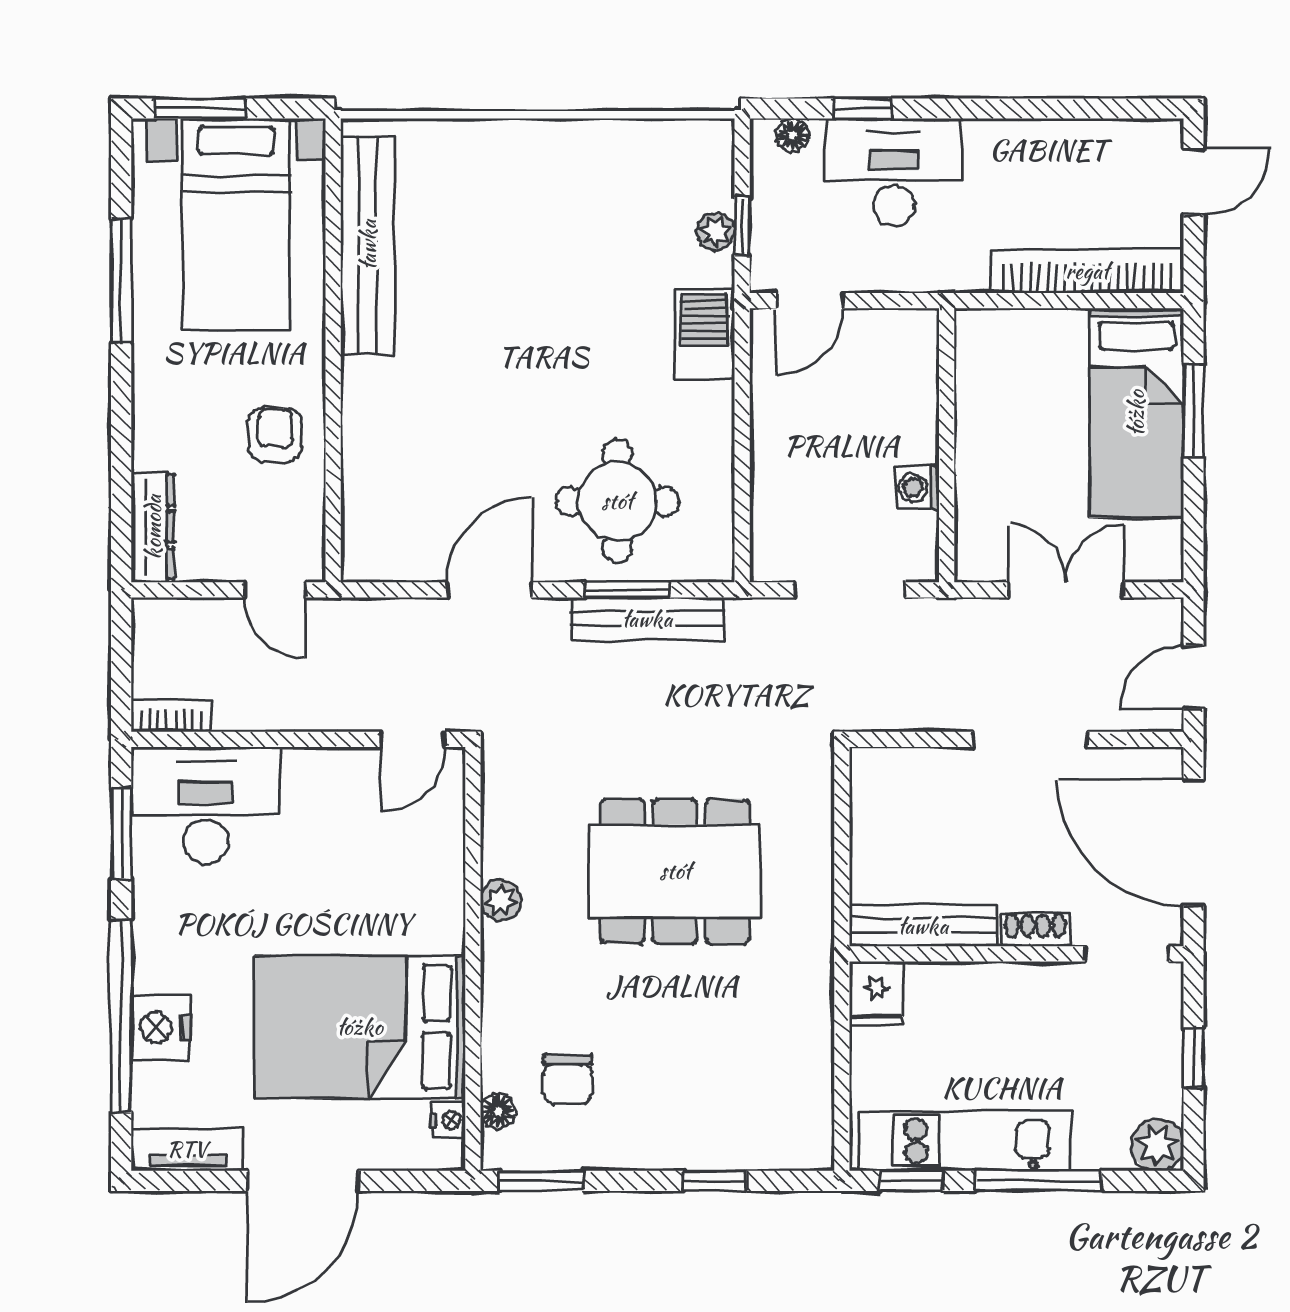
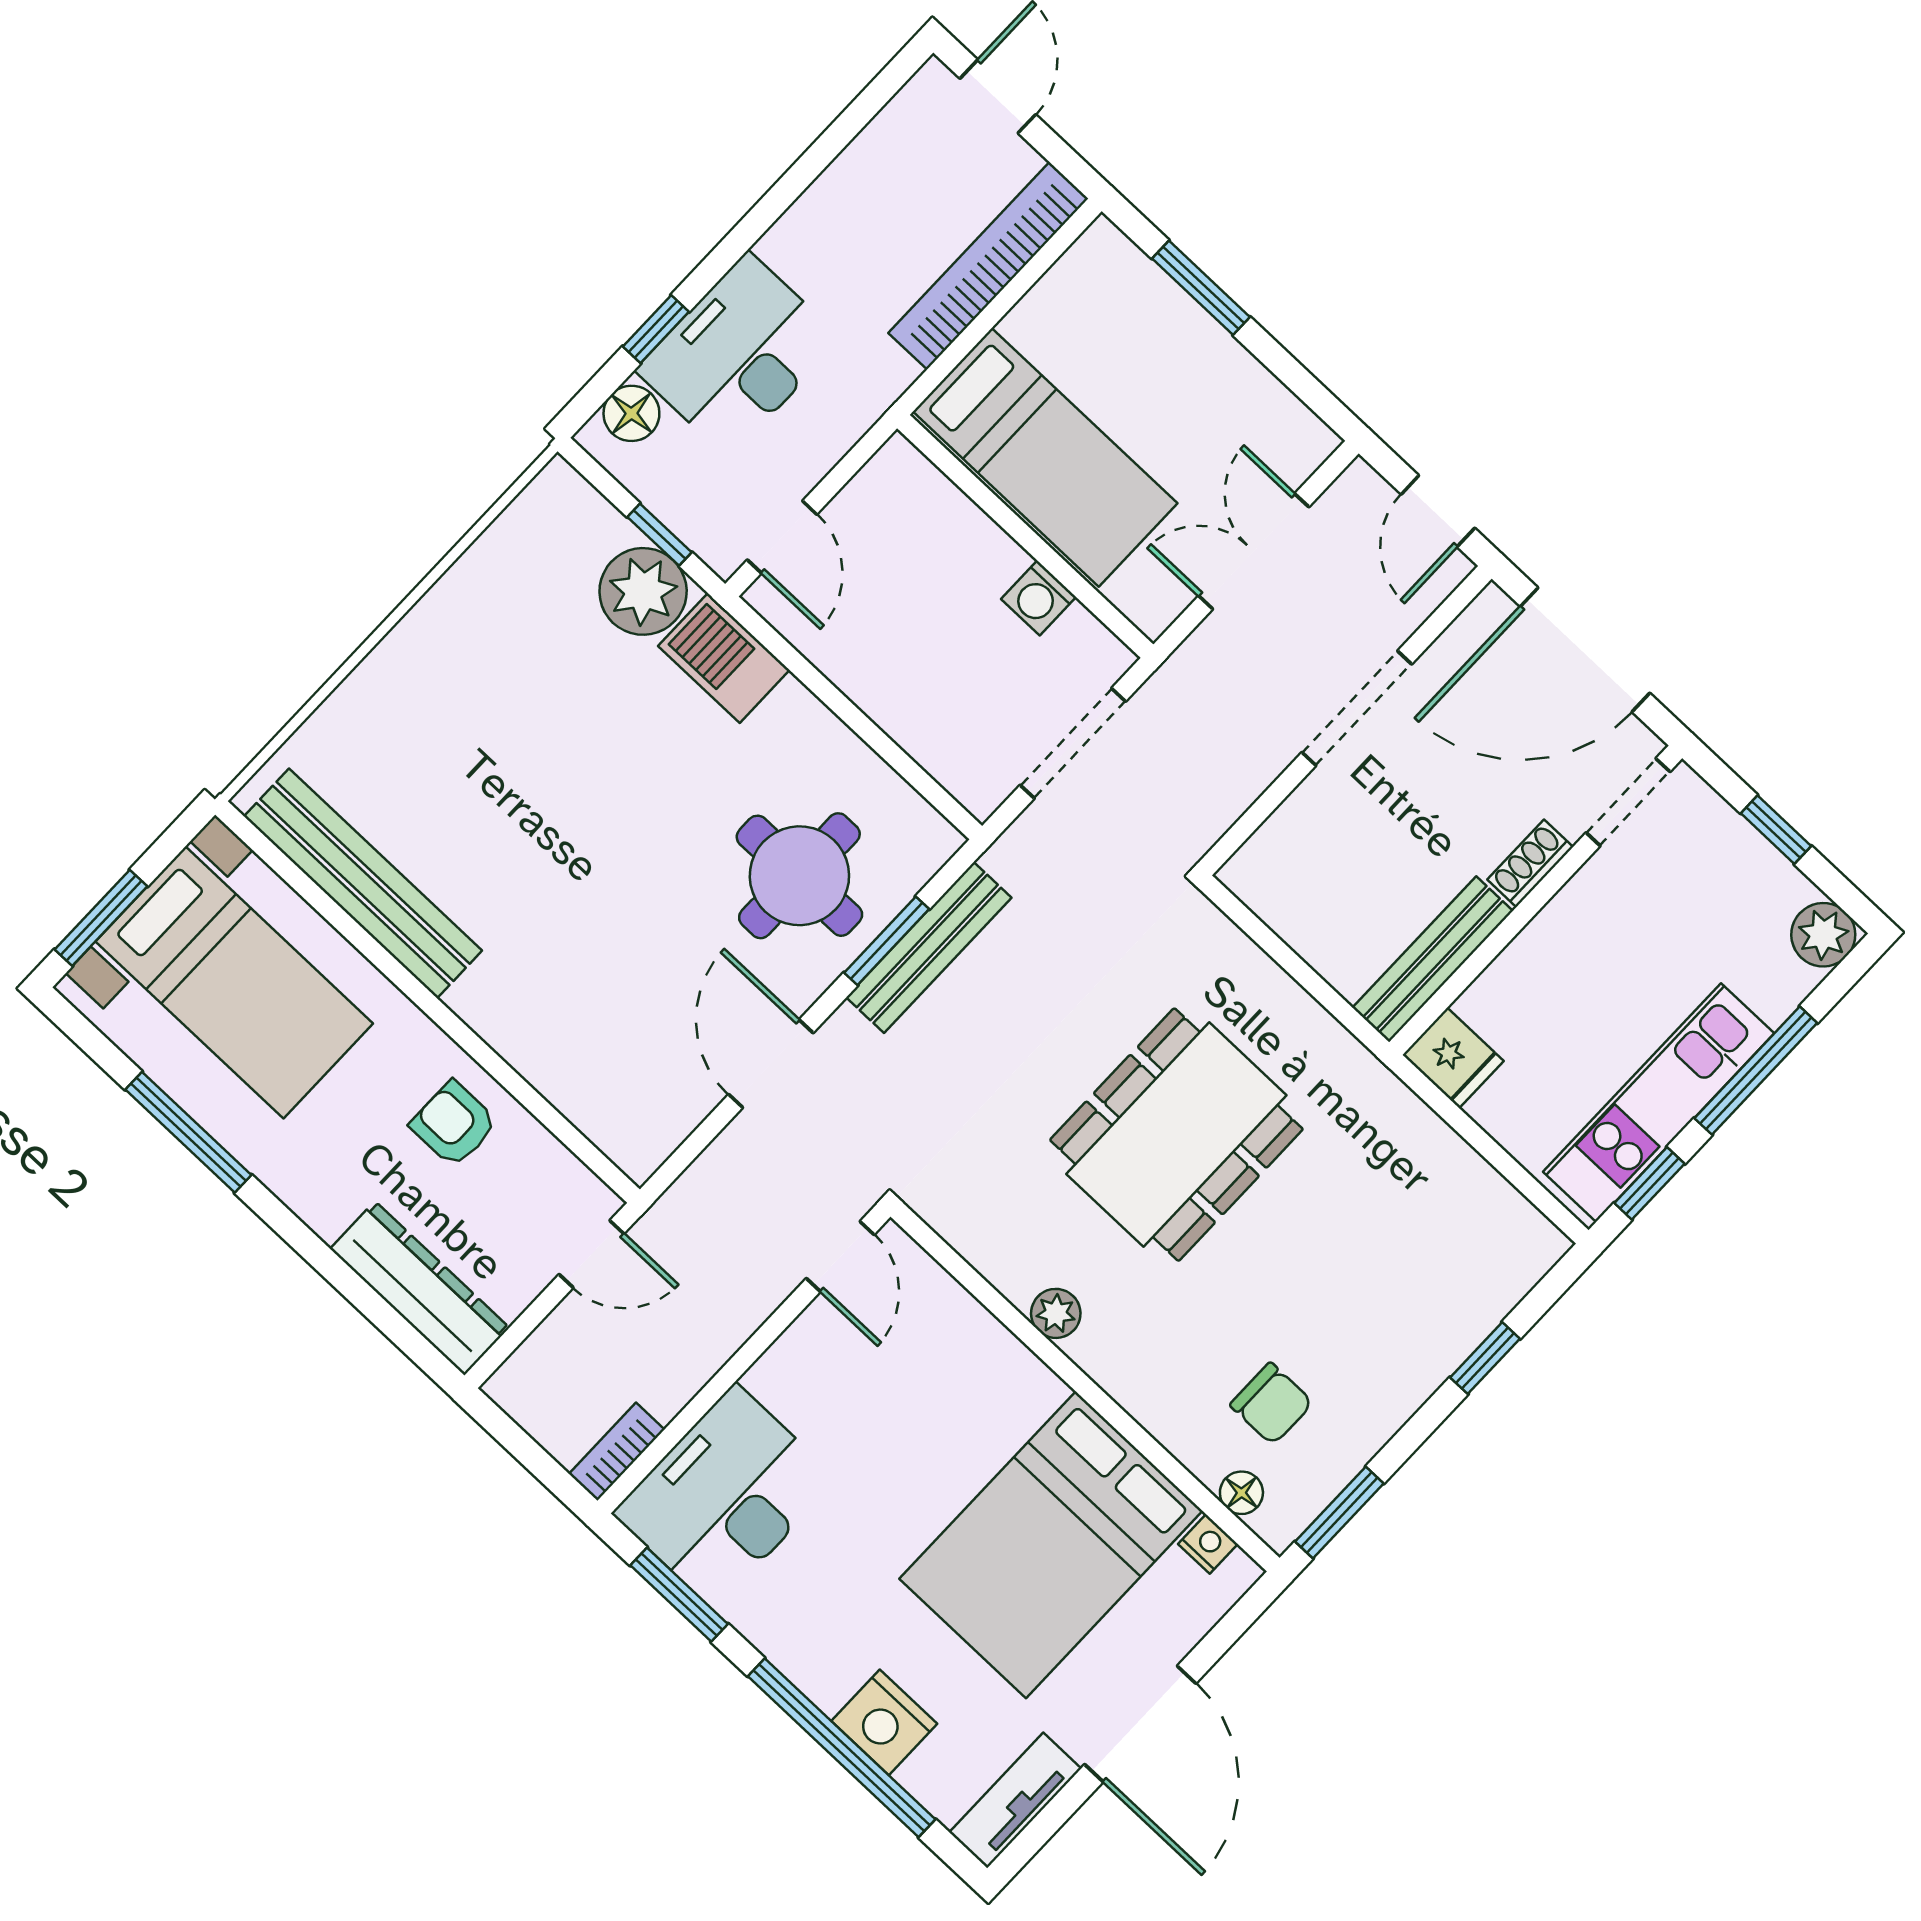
floor lamp: (792, 135) -> (631, 413), width x1.37, depth x1.37
plant: (716, 232) -> (643, 591), width x1.87, depth x1.87
bed: (1136, 413) -> (1045, 457), moved
dresser: (153, 527) -> (420, 1288), width x1.37, depth x1.24

